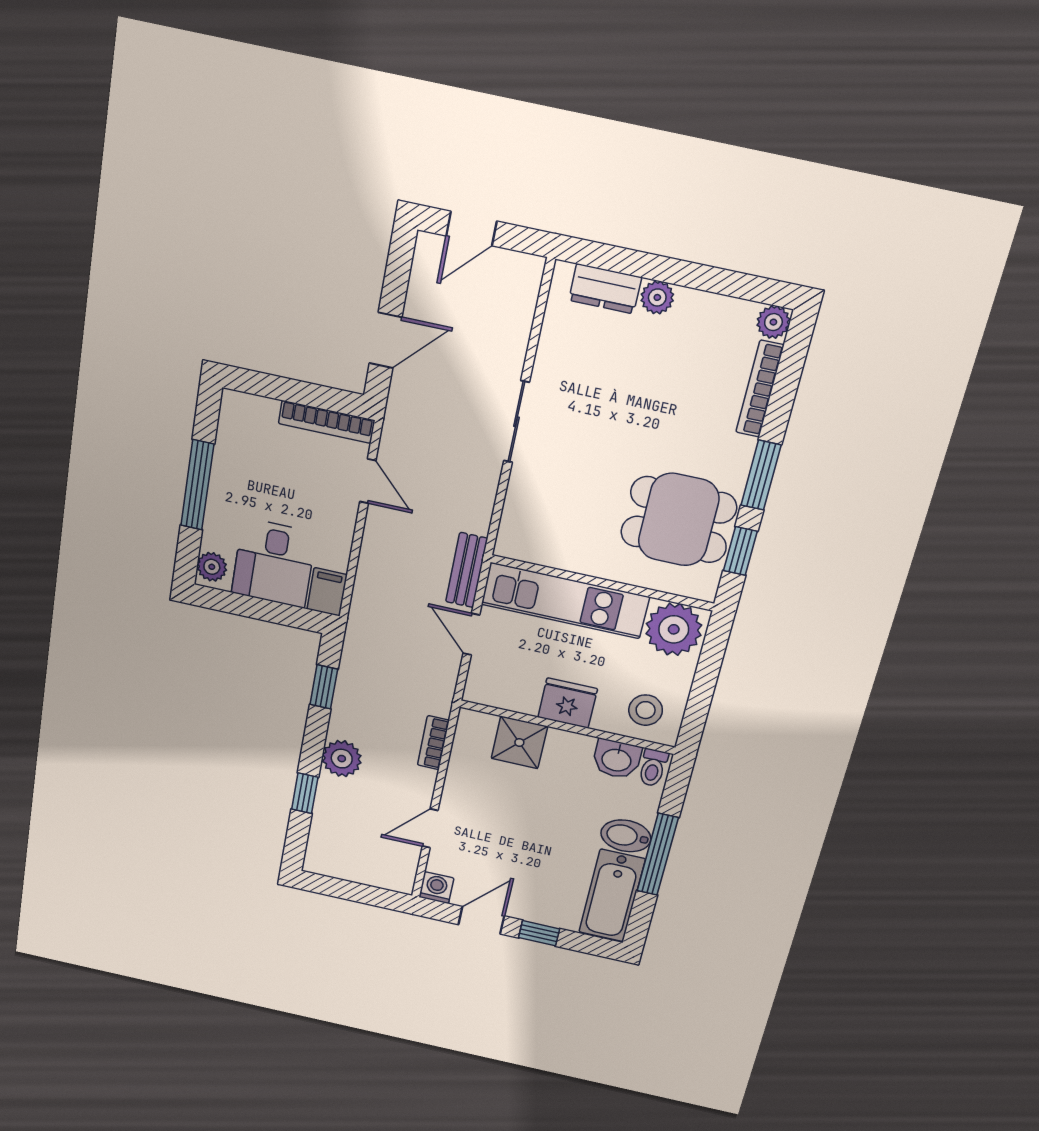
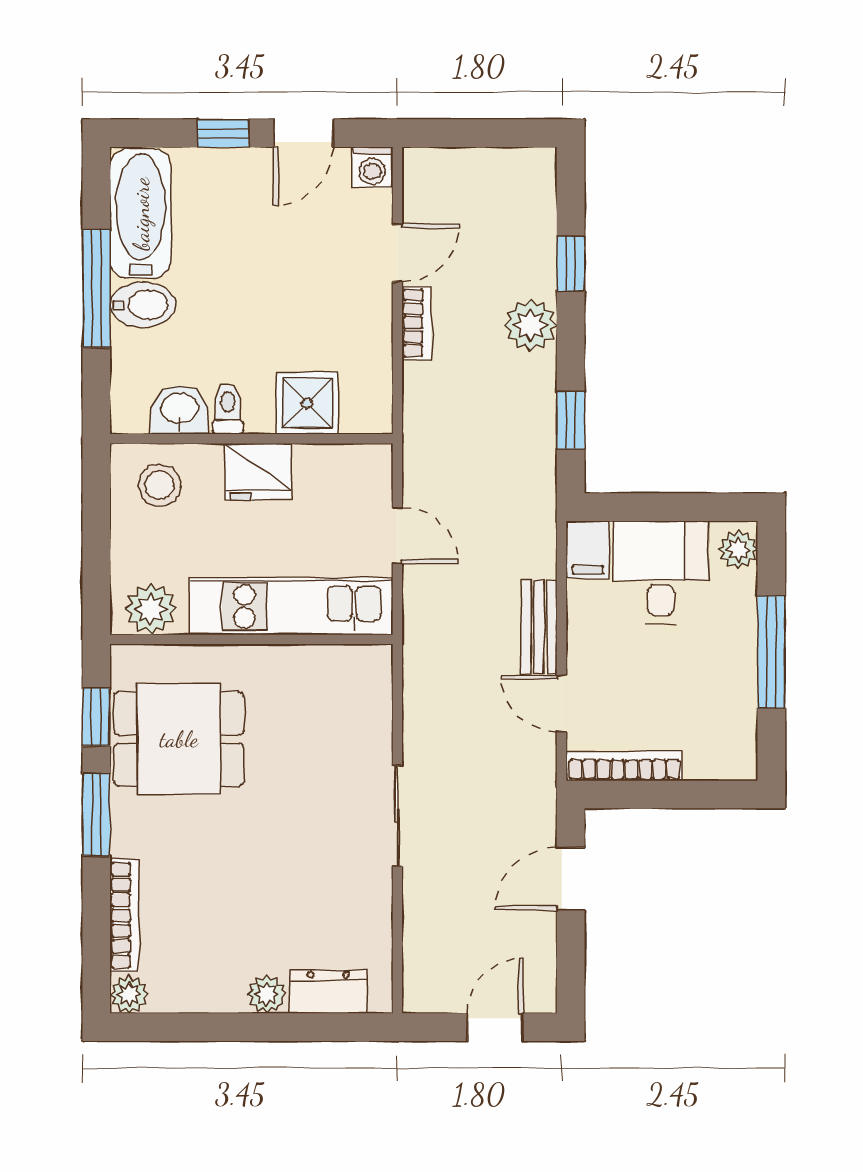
bench: (467, 570) -> (539, 627), moved
plant: (674, 629) -> (151, 609), width x0.73, depth x0.73
bookcase: (433, 743) -> (416, 323), moved
toilet: (653, 768) -> (228, 409), moved

